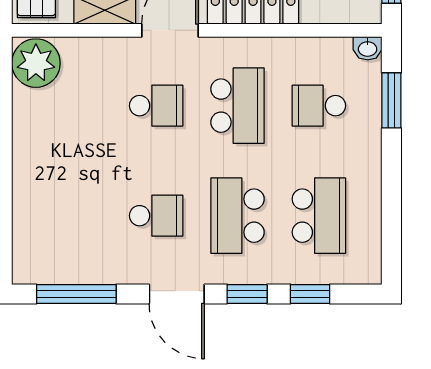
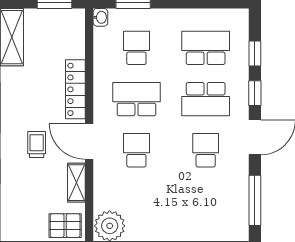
school desk: (319, 106) -> (136, 48), turned 180

